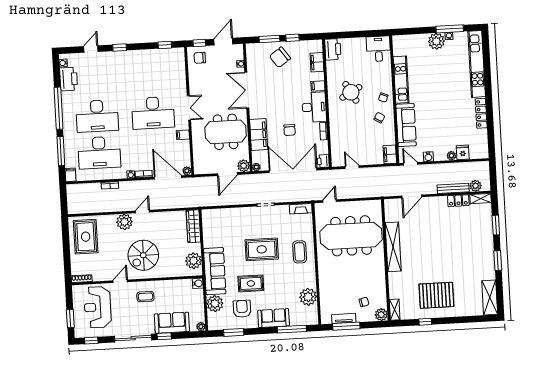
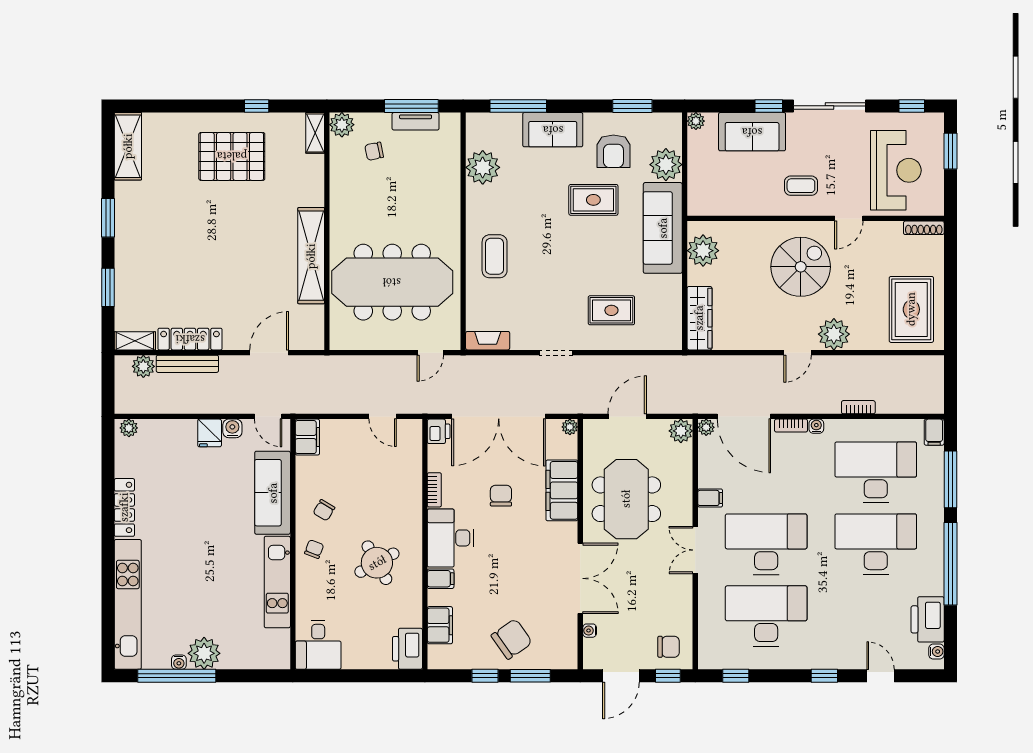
window: (450, 29) -> (177, 676), width x1.46
door: (91, 49) -> (881, 676), swing flipped
desk: (151, 76) -> (766, 616), added
meeting table: (226, 132) -> (626, 499), turned 90
fridge: (463, 152) -> (210, 433), moved
plant: (451, 156) -> (129, 428), moved
plant: (244, 166) -> (681, 431), moved
locker: (458, 201) -> (190, 339), width x1.53
rug: (262, 249) -> (611, 310), moved, width x0.73, depth x0.70
water cooler: (198, 283) -> (697, 206), removed

